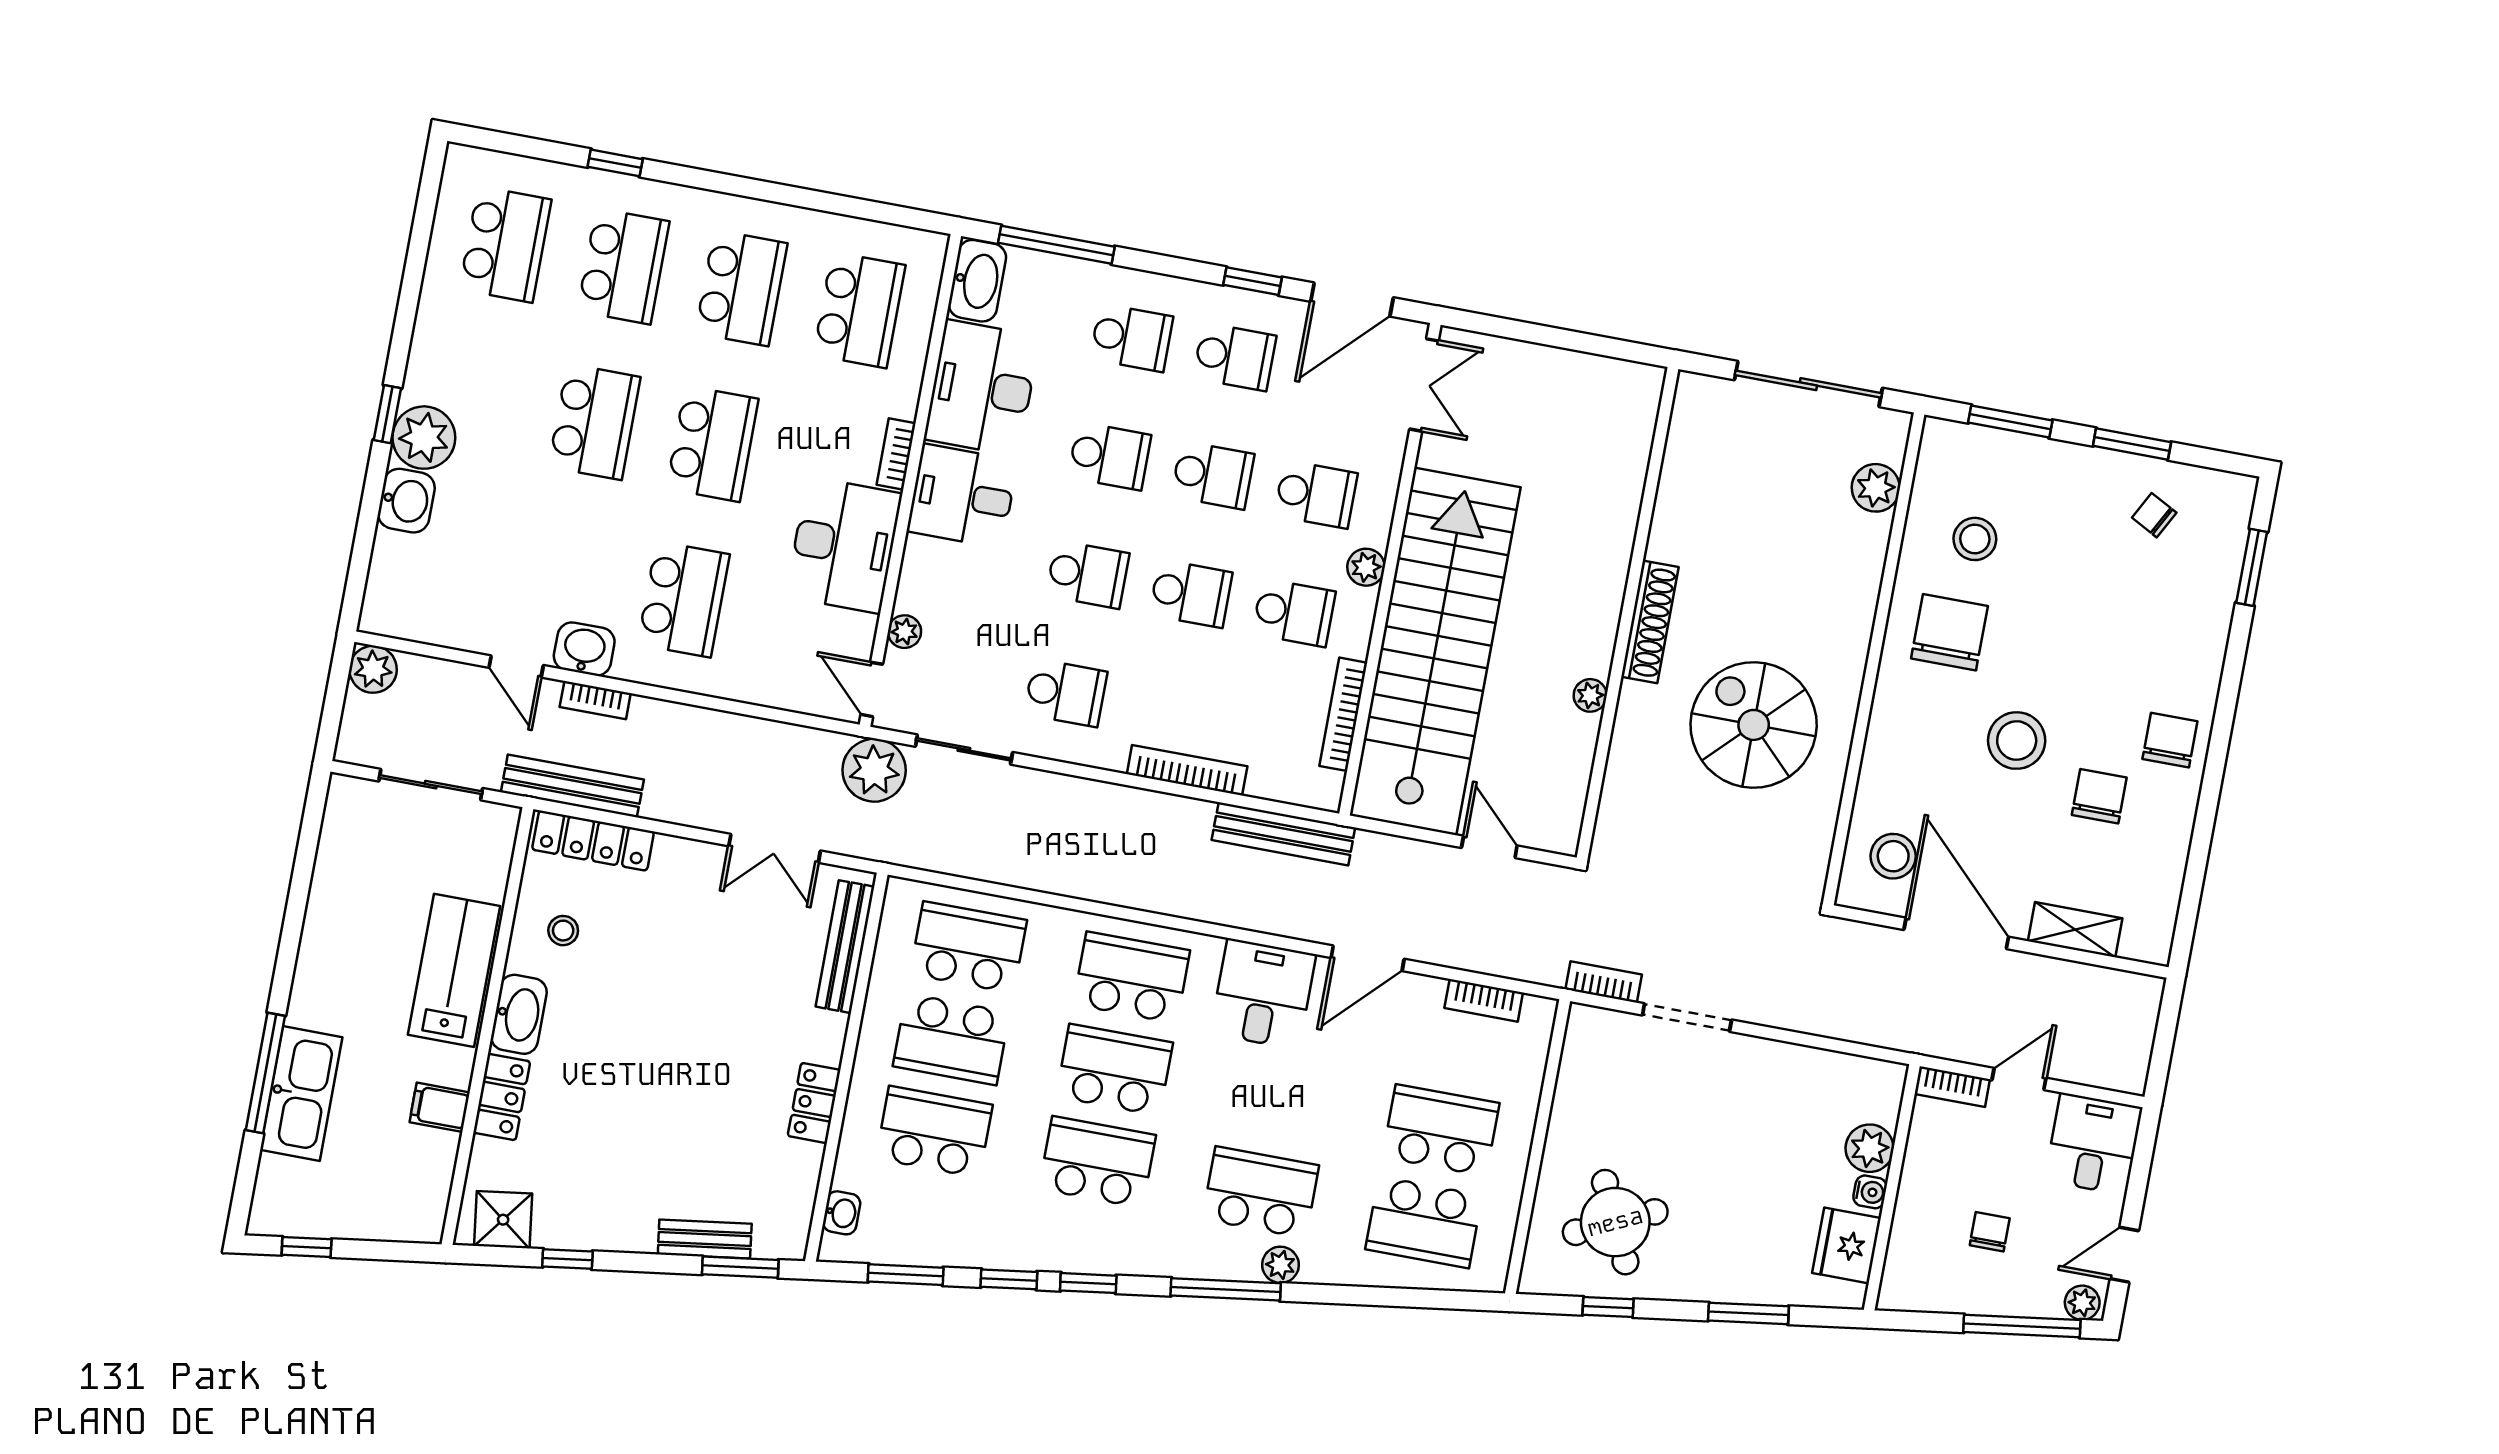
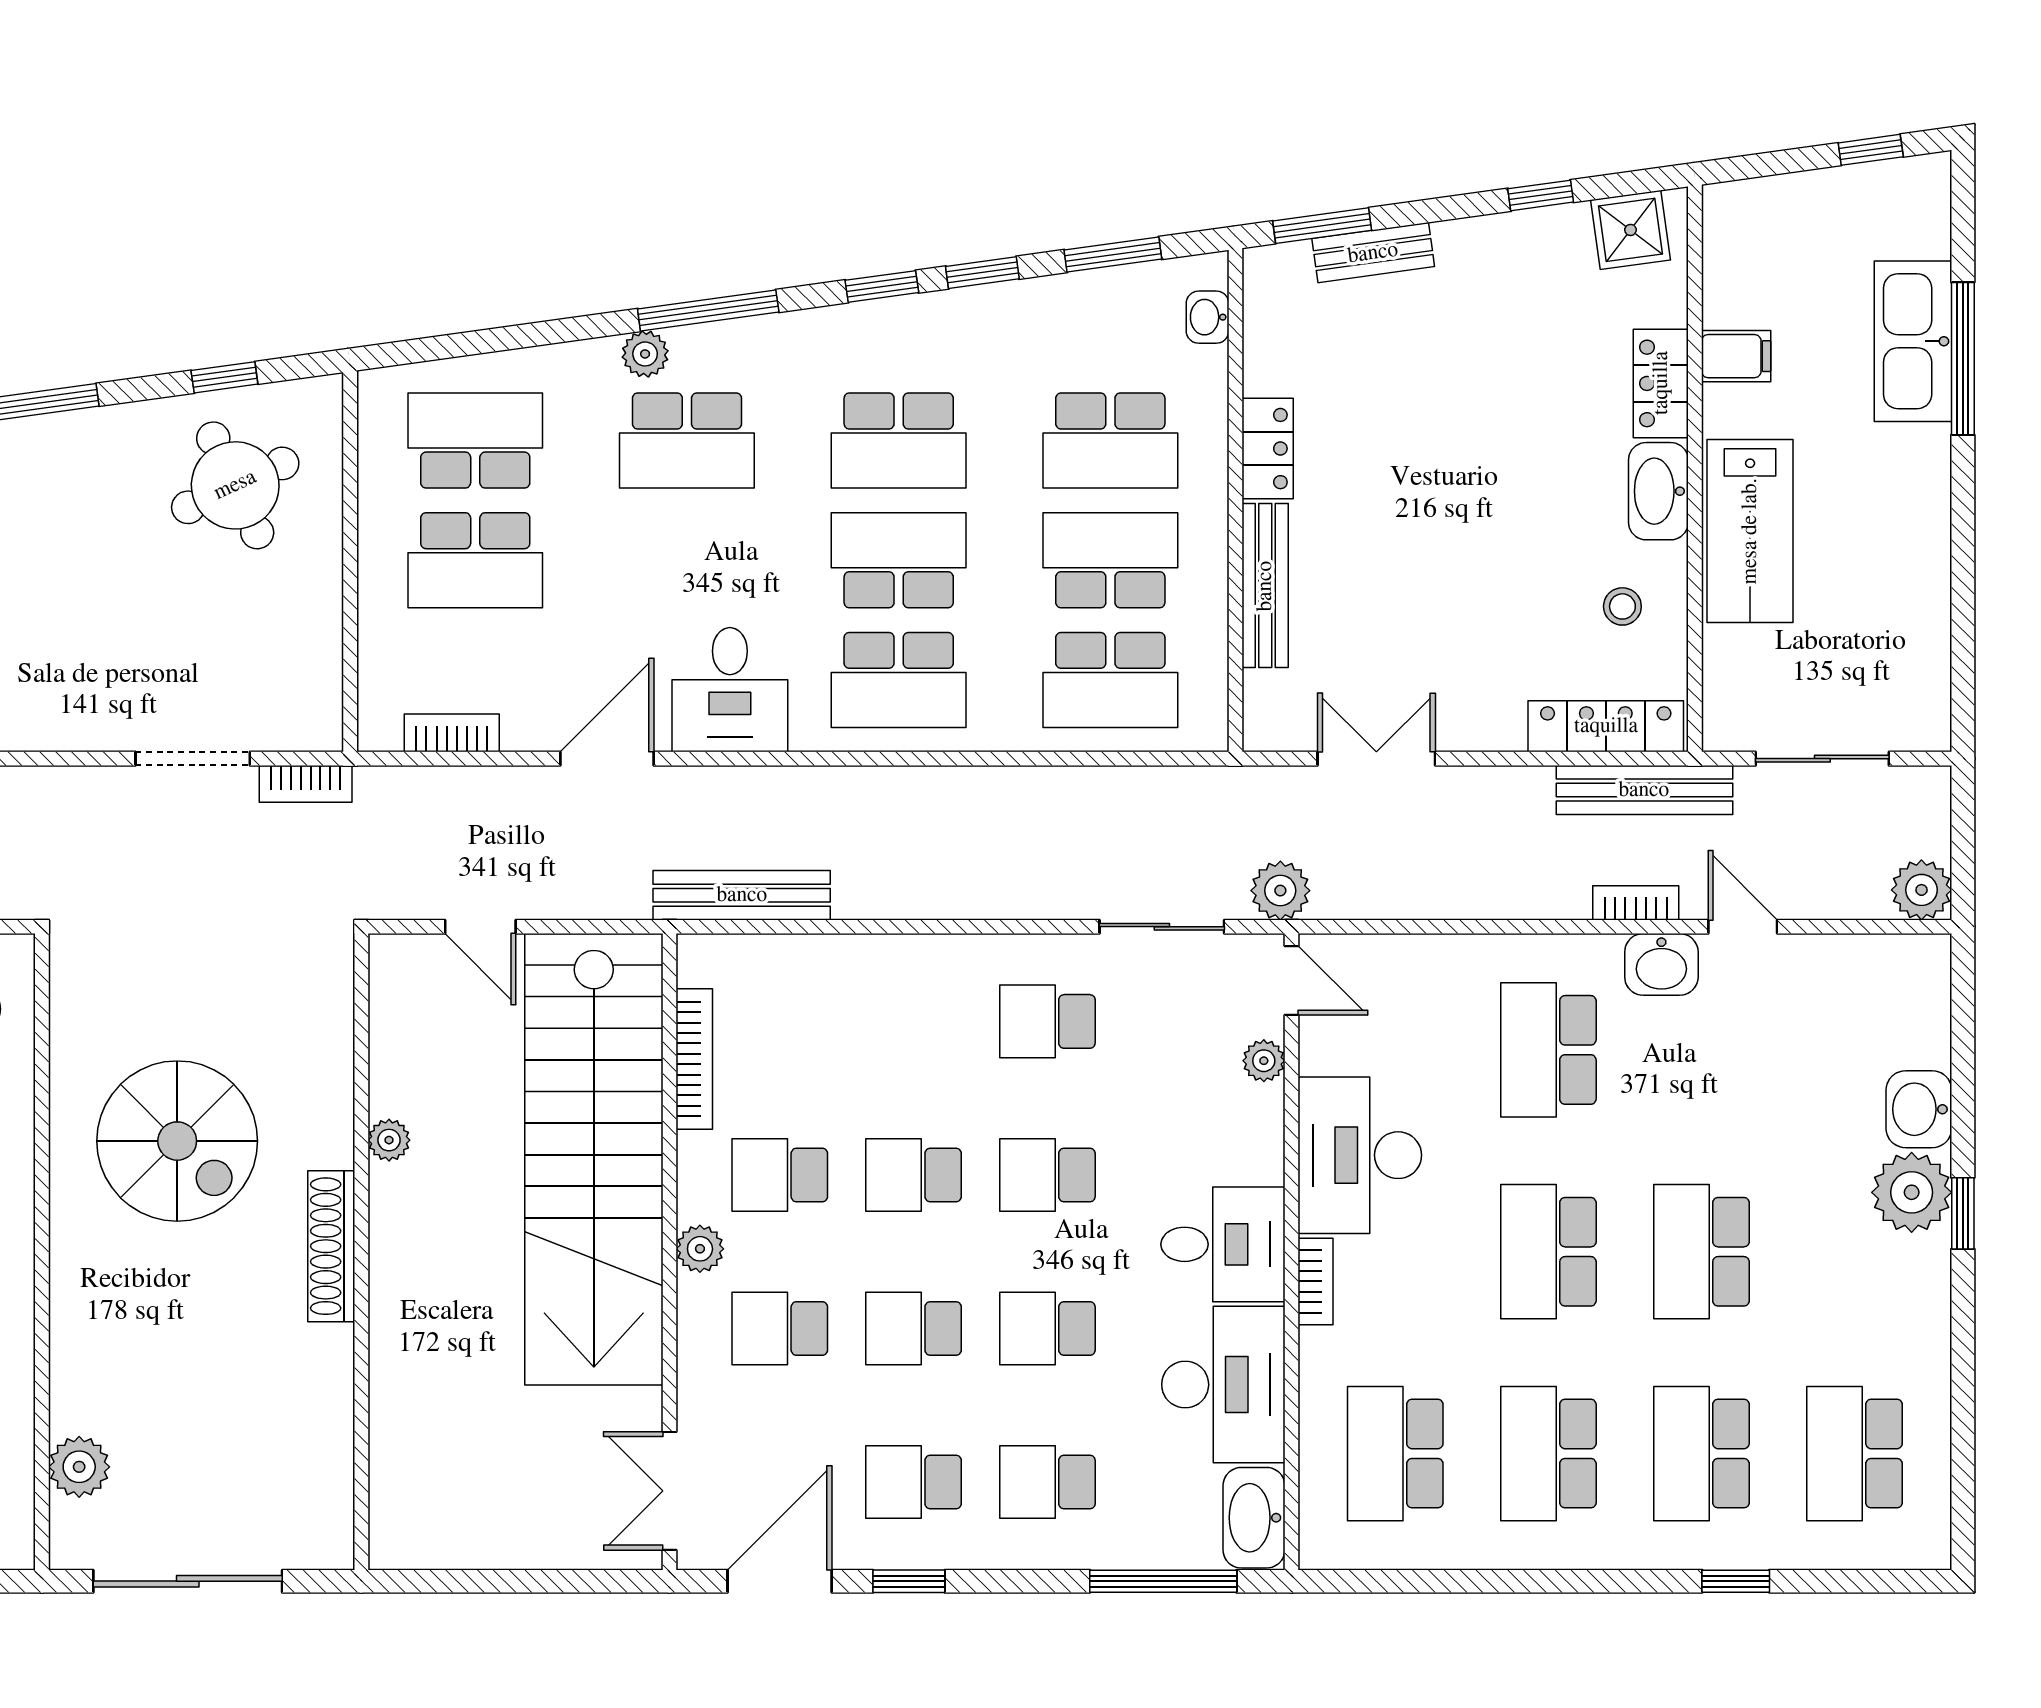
plant: (874, 770) -> (1280, 891), width x0.73, depth x0.73
bookcase: (1187, 770) -> (877, 953), removed
bench: (845, 947) -> (1265, 586), moved
school desk: (1114, 1070) -> (899, 560), turned 180

